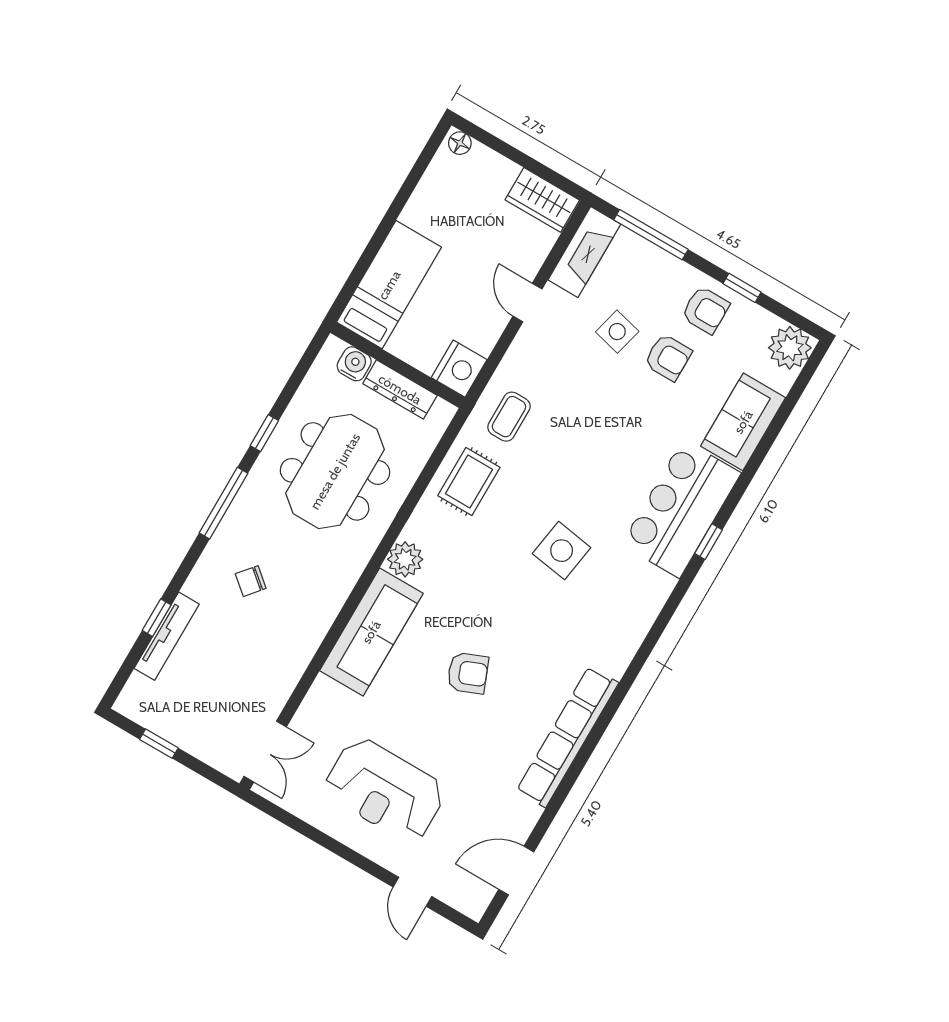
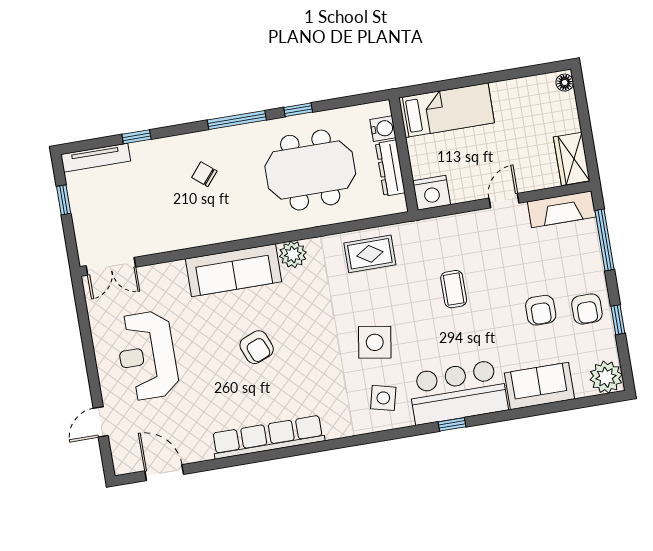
side table: (617, 332) -> (383, 398), moved
coffee table: (509, 417) -> (454, 289), moved, turned 90
tv unit: (167, 636) -> (96, 158), moved

